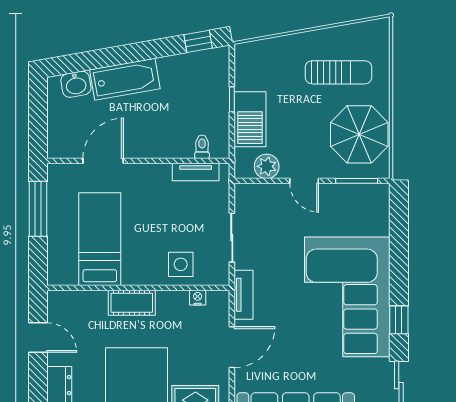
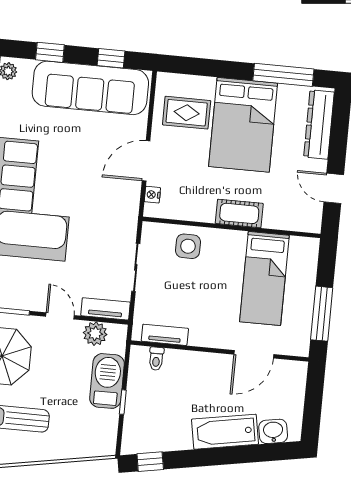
tv unit: (243, 295) -> (105, 309), moved, turned 90
nightstand: (198, 298) -> (152, 195), moved, turned 90

